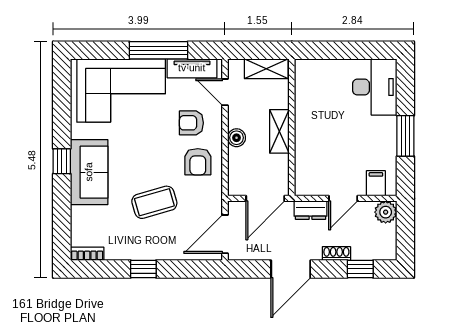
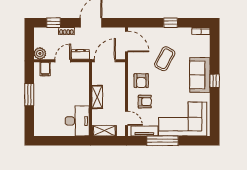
desk: (375, 87) -> (77, 121), moved, turned 180
boiler: (237, 138) -> (120, 94), removed
armchair: (198, 162) -> (141, 81), turned 180
coffee table: (154, 202) -> (165, 59), turned -46
door: (225, 234) -> (127, 42), hinge flipped

